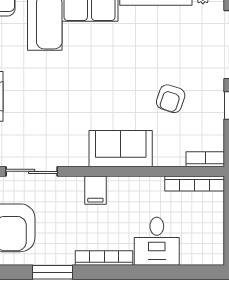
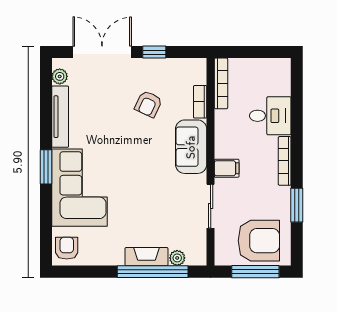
armchair: (171, 99) -> (148, 104), turned 97
bookcase: (205, 159) -> (200, 102), moved
sliding door: (32, 171) -> (211, 206), moved

